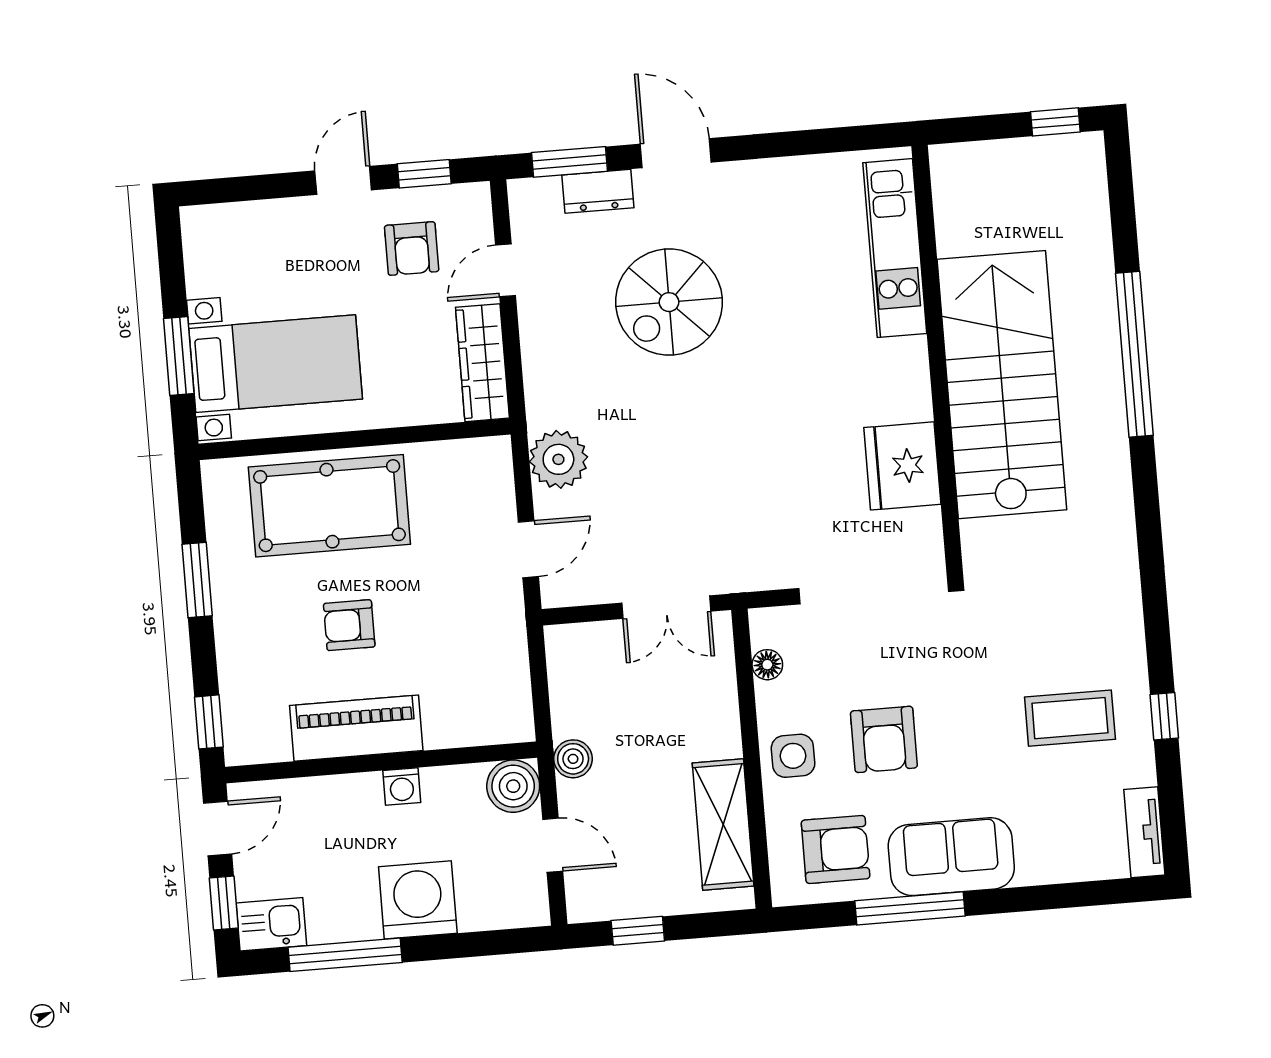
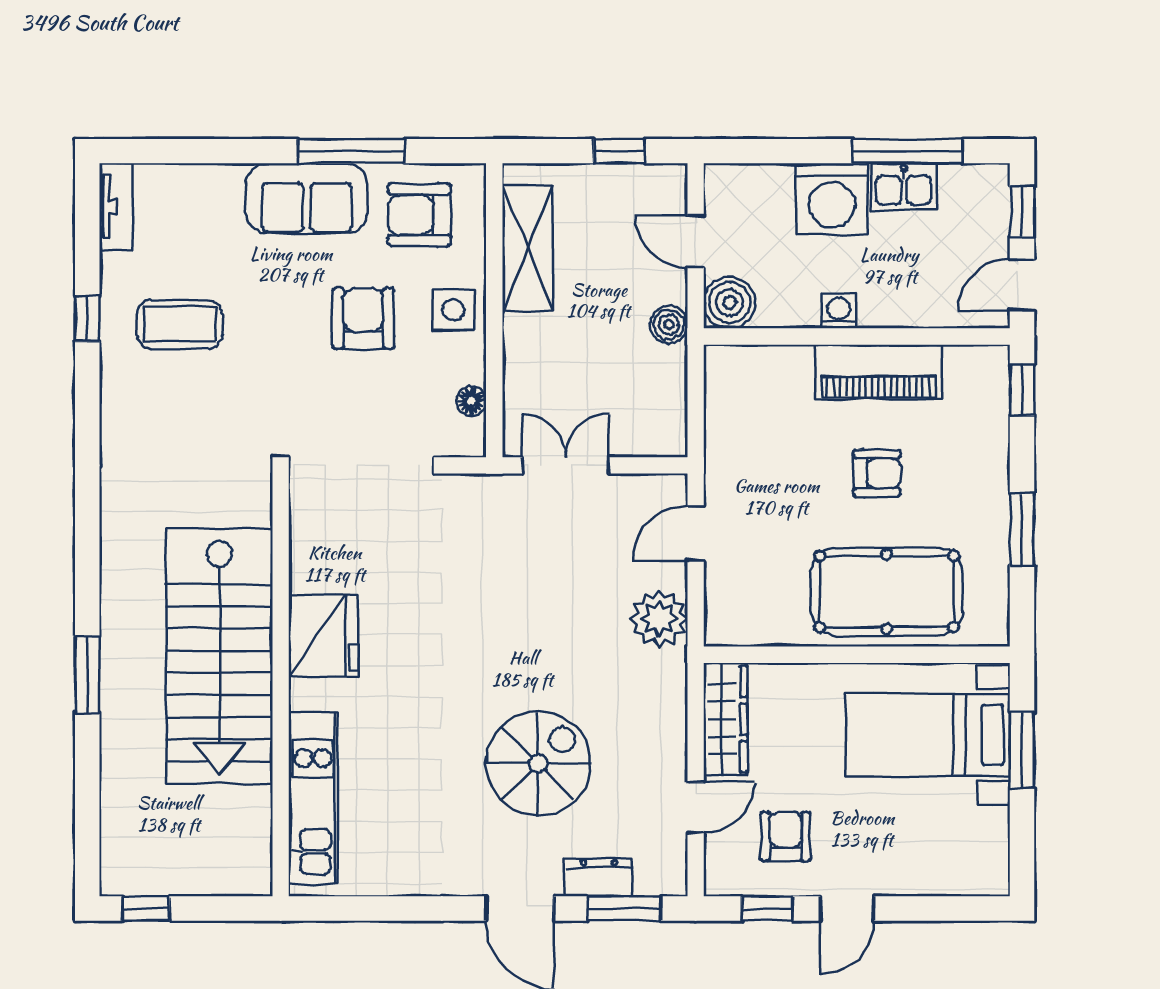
window: (1134, 354) -> (87, 675), width x0.47
fridge: (902, 466) -> (323, 636), moved
kitchen sink: (271, 924) -> (904, 187), moved

